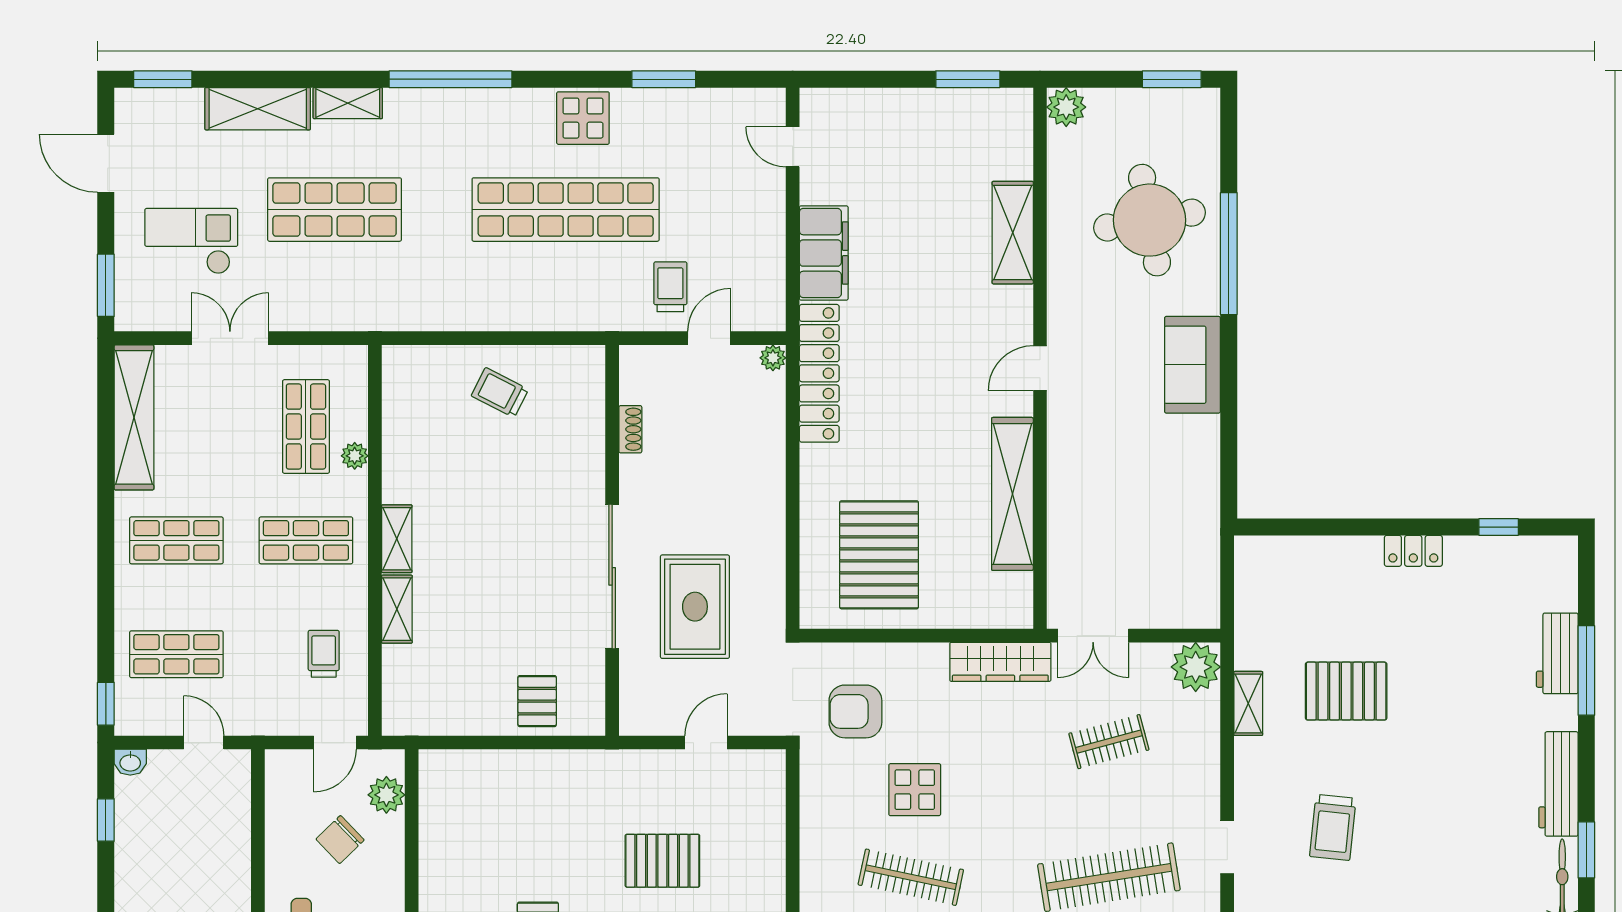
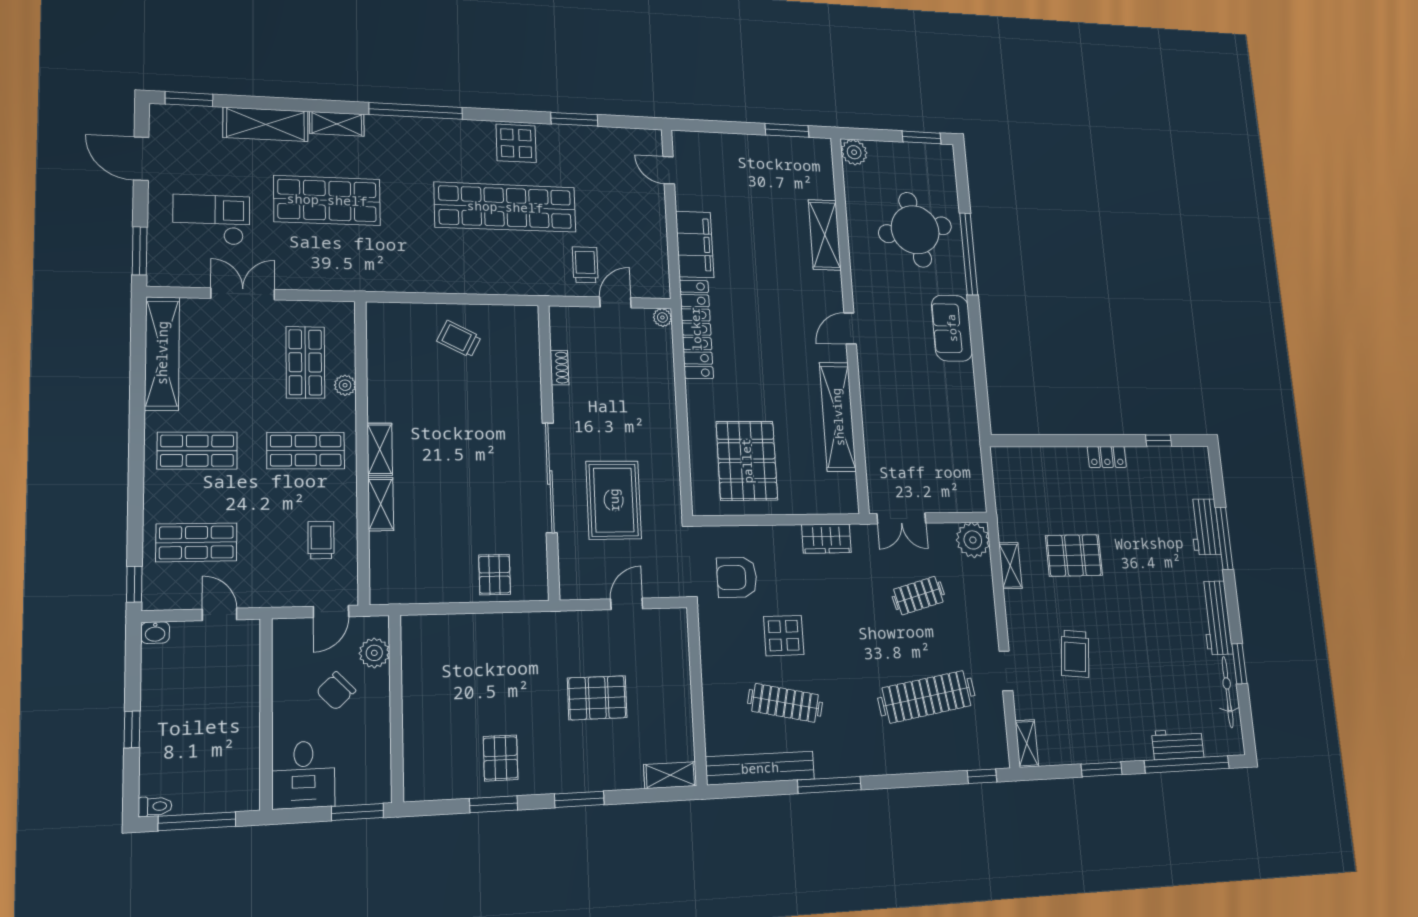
wardrobe: (1000, 662) -> (826, 539), width x0.67
window: (106, 820) -> (132, 729), moved

